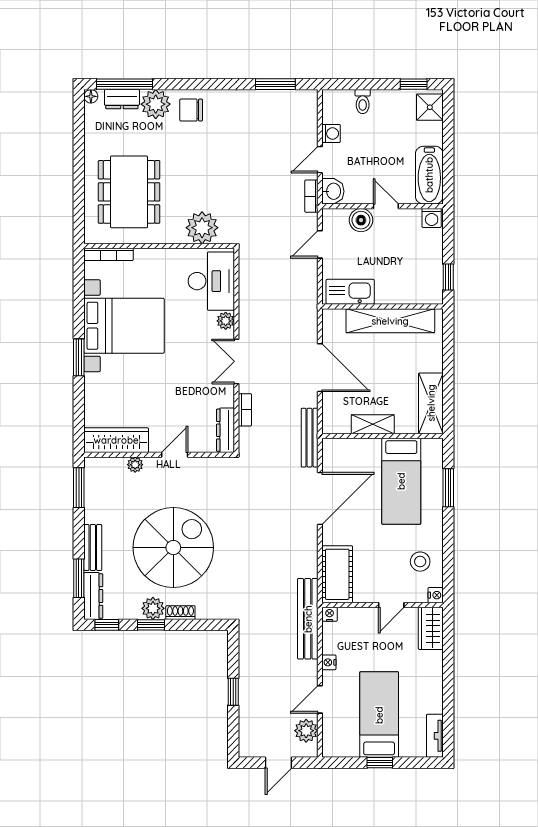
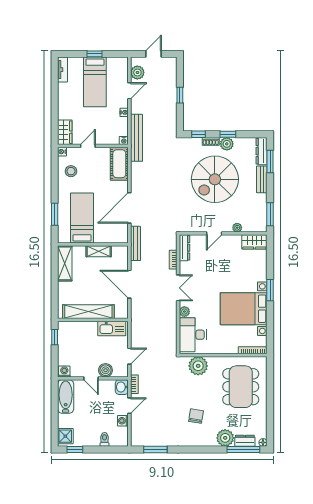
chair: (191, 110) -> (196, 416), moved, turned -81
wardrobe: (116, 440) -> (254, 242), width x0.67
window: (107, 625) -> (199, 134), moved

